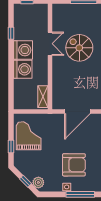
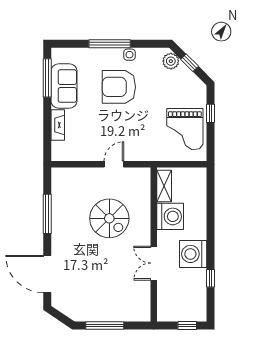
spiral stairs: (79, 48) -> (109, 218), moved
washing machine: (23, 69) -> (170, 216), moved, turned 180
door: (77, 112) -> (114, 164), width x0.53

